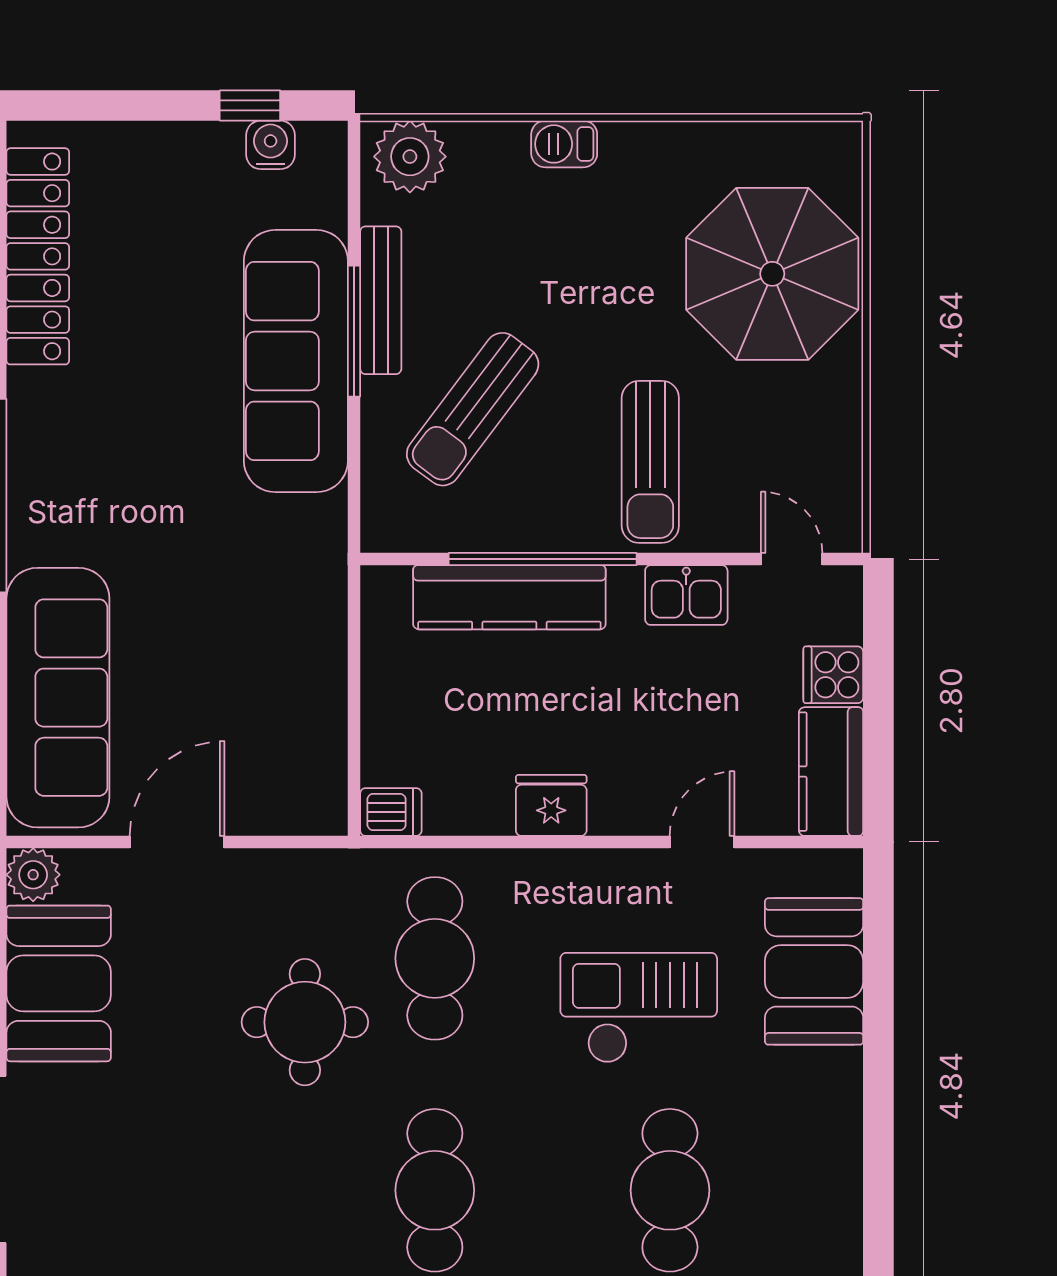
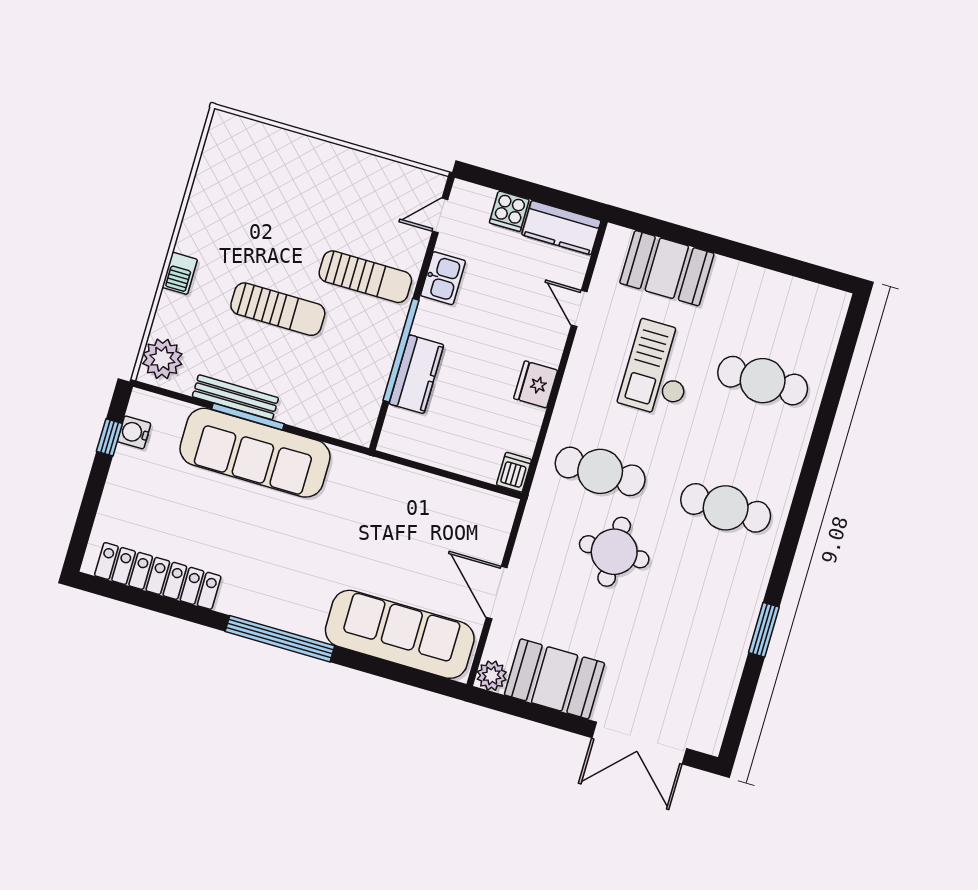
parasol: (772, 274) -> (283, 181), removed
sun lounger: (473, 409) -> (278, 309), moved, turned -37
kitchen counter: (509, 597) -> (416, 374), width x0.67

